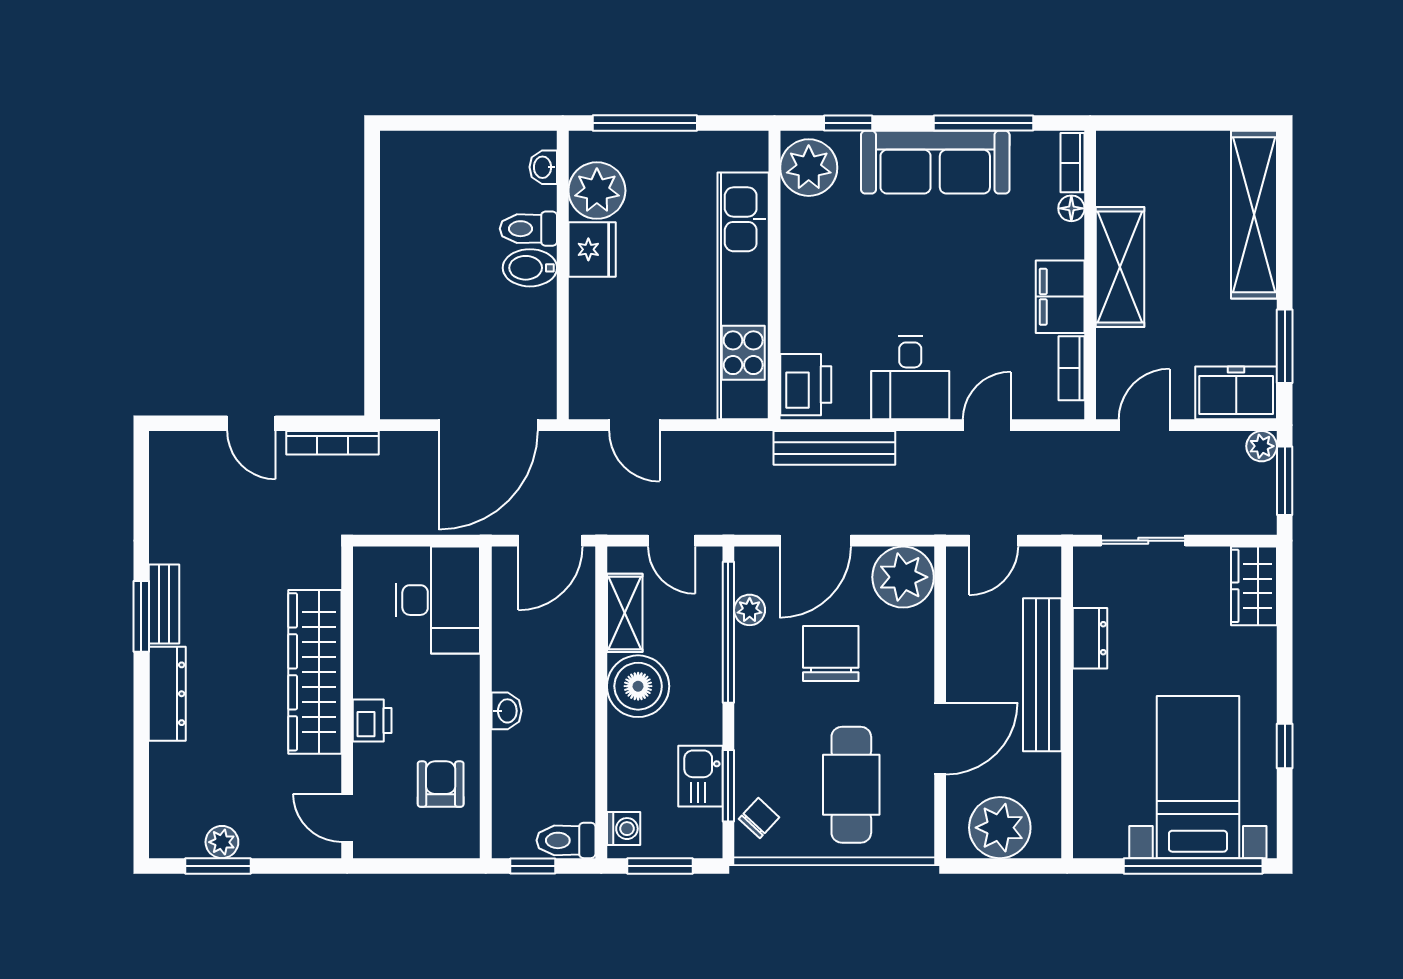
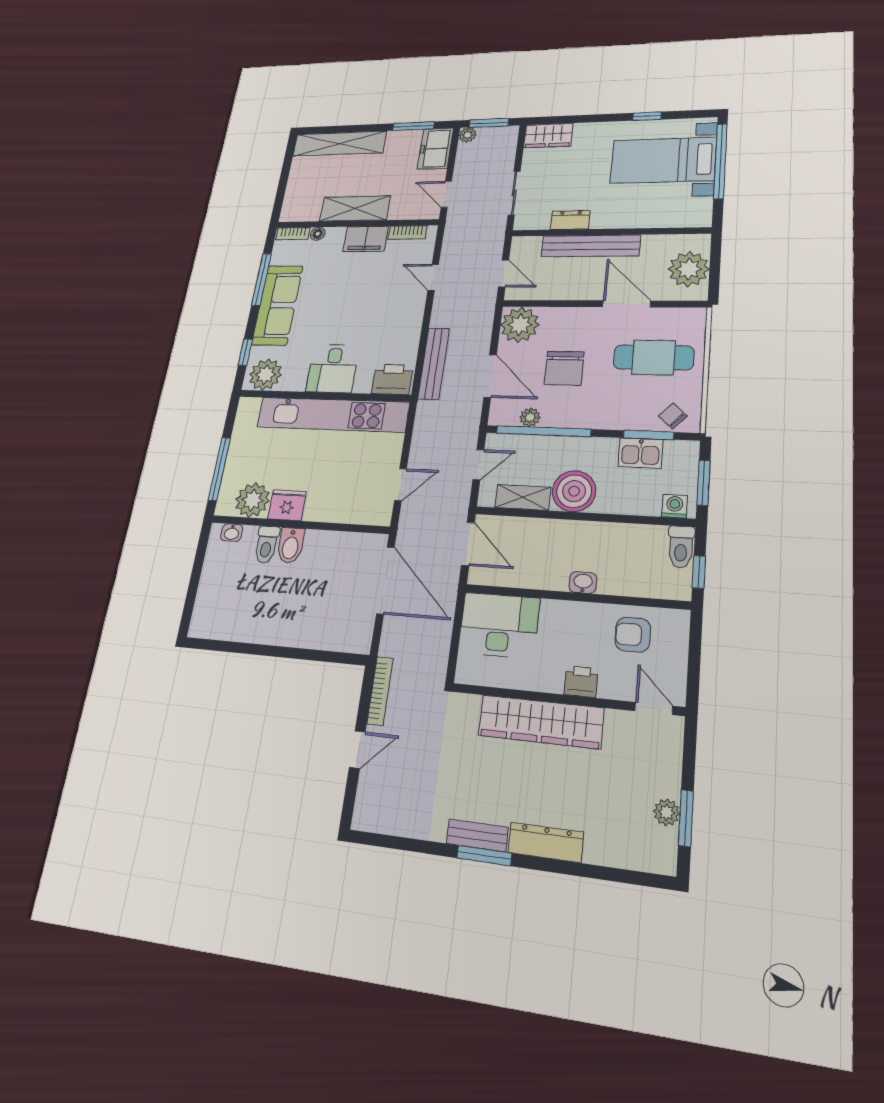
desk: (910, 378) -> (333, 368), moved, turned 90
chair: (831, 653) -> (564, 368), turned -90
door: (347, 818) -> (654, 708), swing flipped

